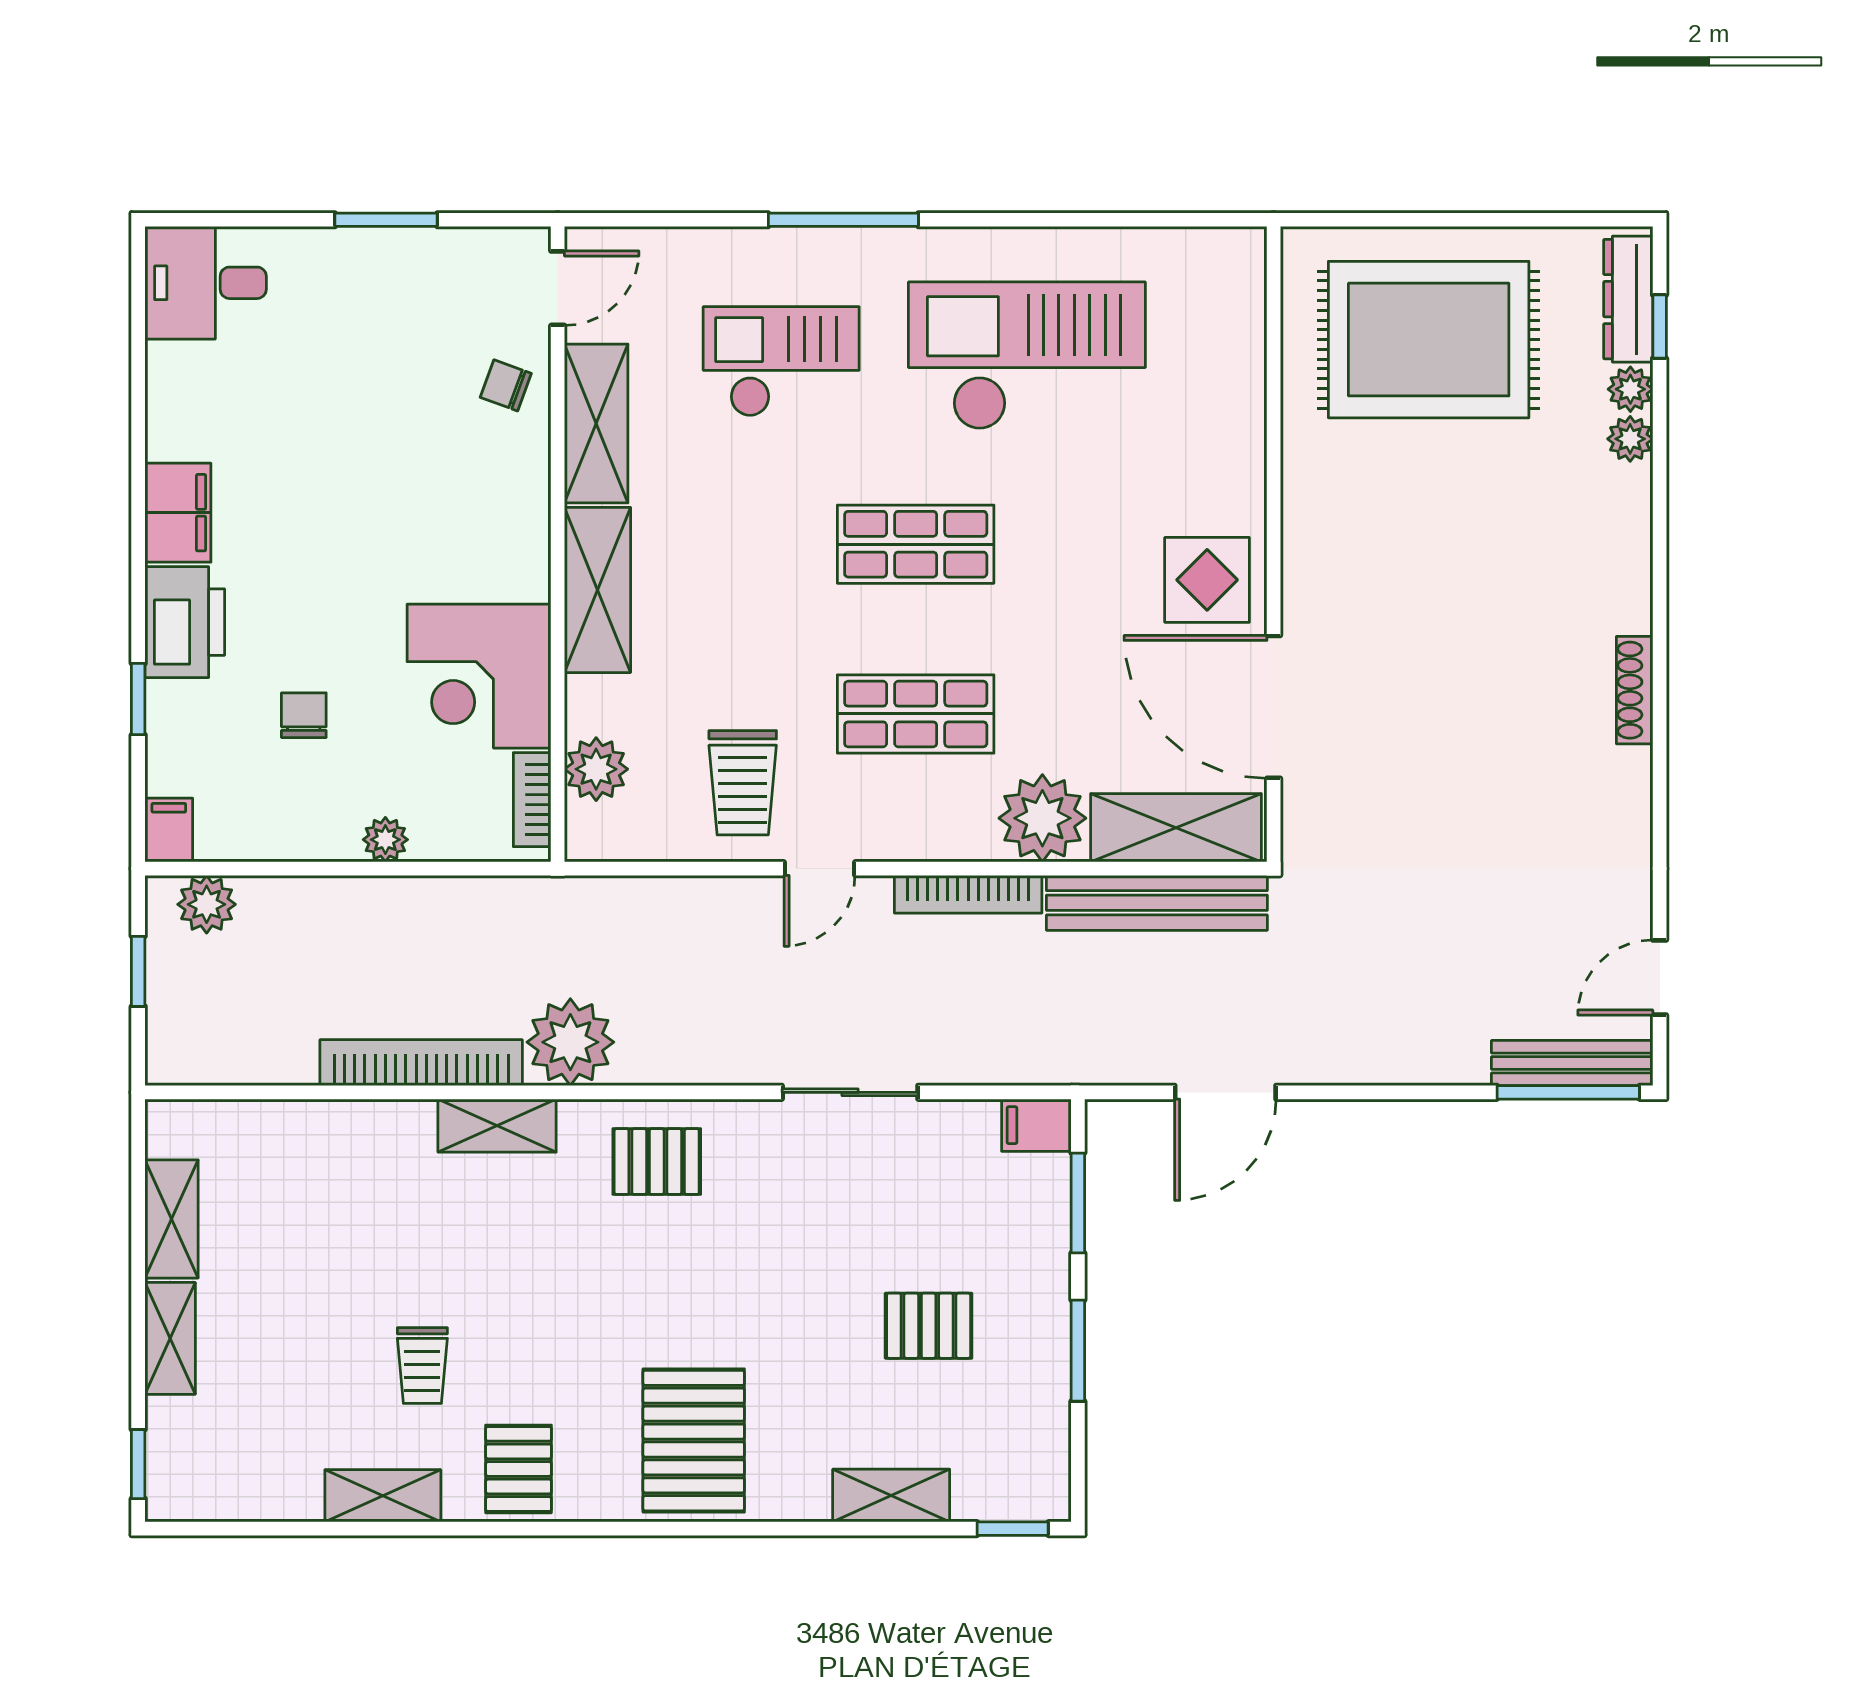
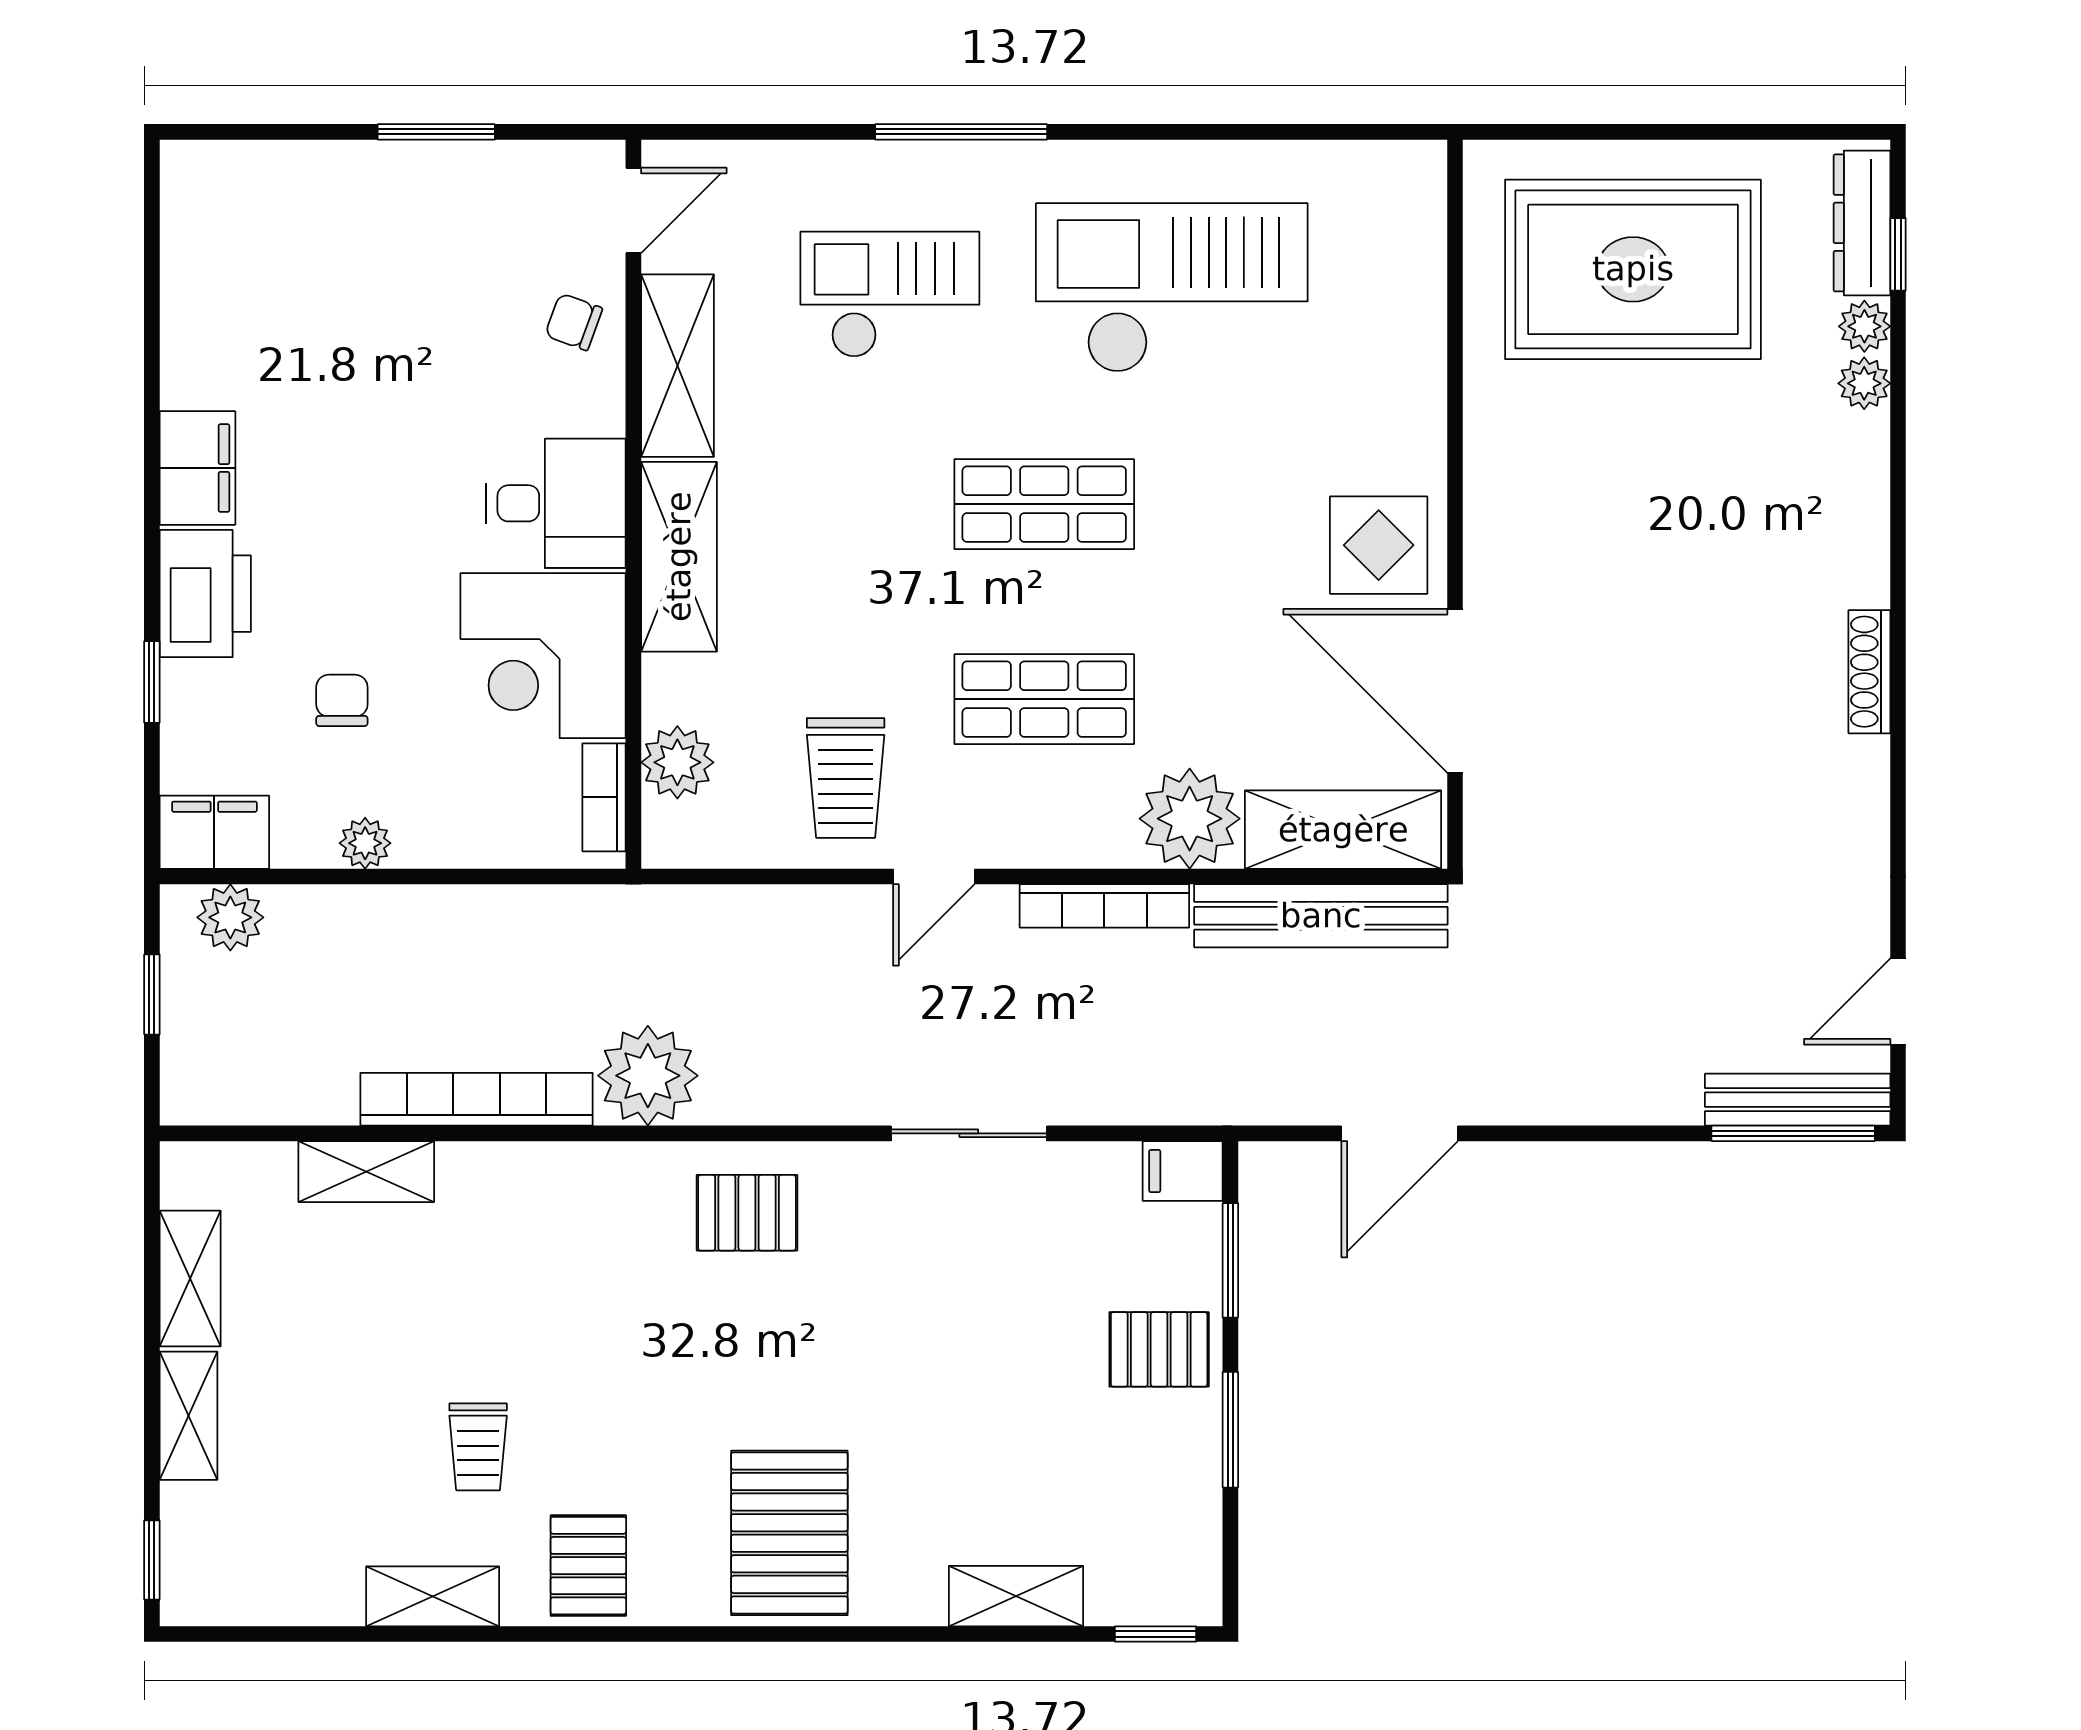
desk: (206, 283) -> (556, 503), moved, turned 180
filing cabinet: (169, 830) -> (214, 832), width x2.00
plant: (385, 840) -> (365, 843), moved
shelving: (497, 1126) -> (366, 1172), moved
pallet: (929, 1326) -> (1159, 1349), moved

